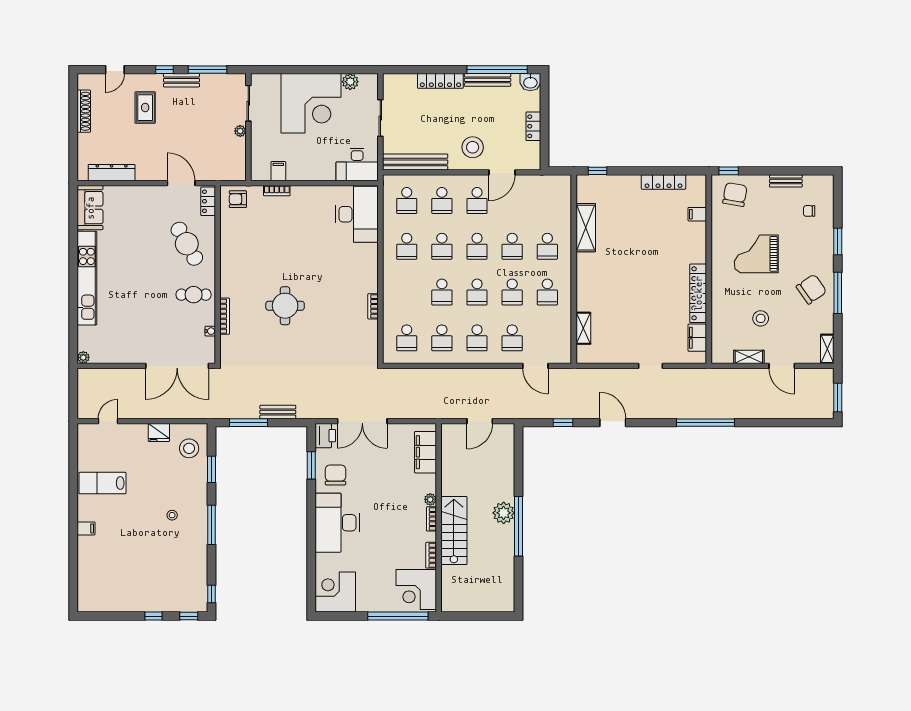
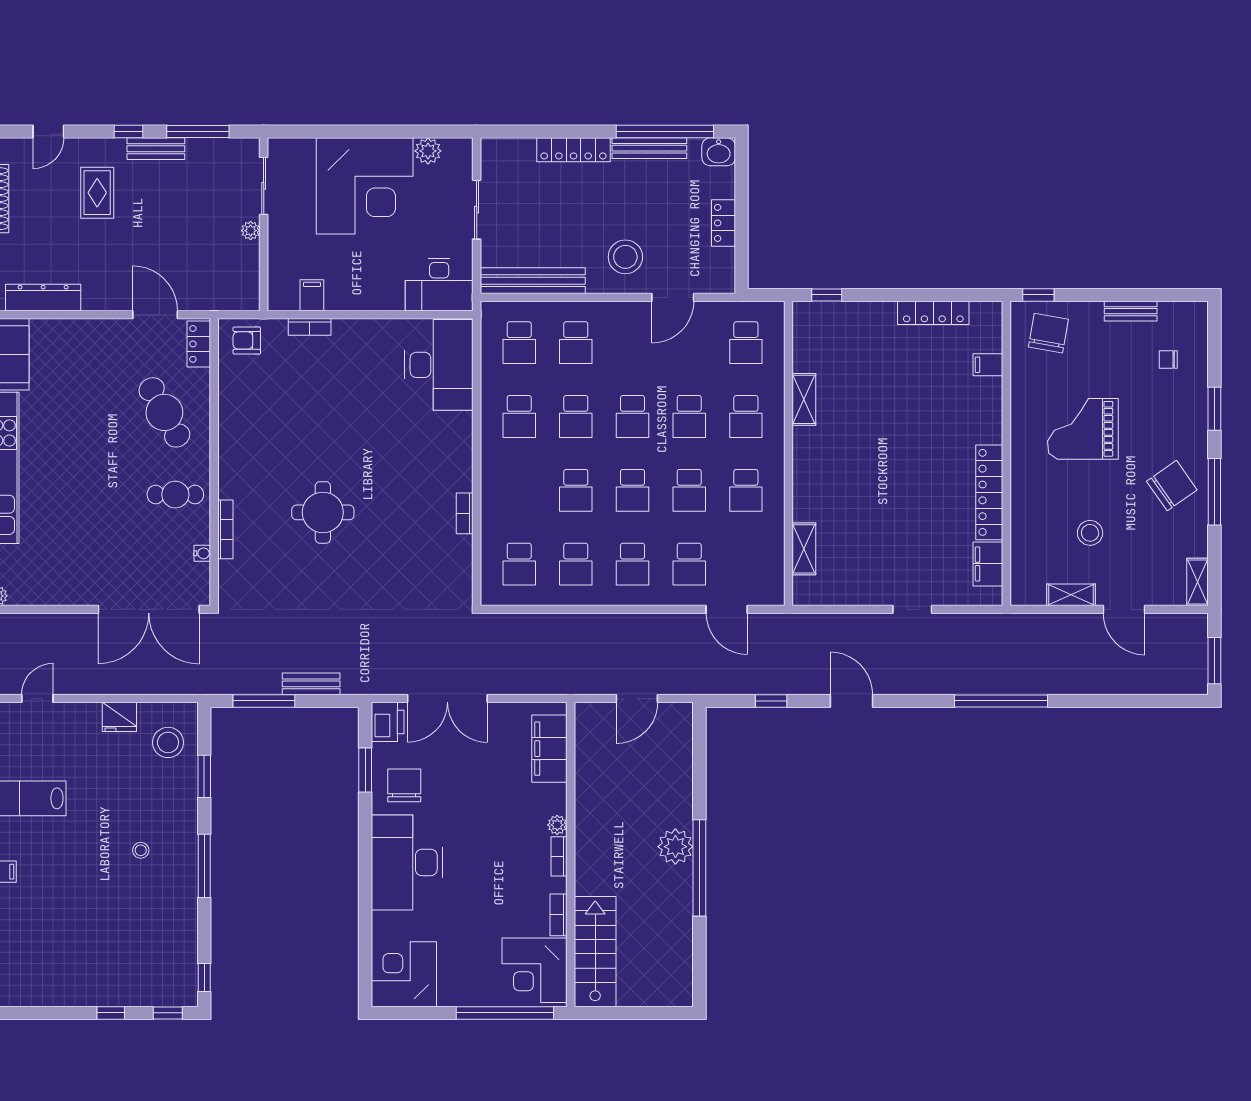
school desk: (477, 200) -> (746, 343), moved
shelving: (586, 228) -> (804, 399), width x0.67, depth x0.75
stairs: (454, 531) -> (595, 952), moved

